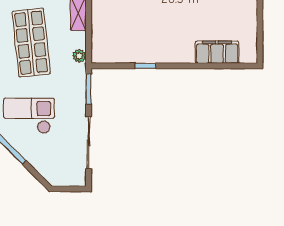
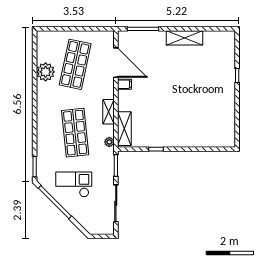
shelving: (101, 37) -> (124, 129), added
filing cabinet: (217, 52) -> (207, 139), removed

